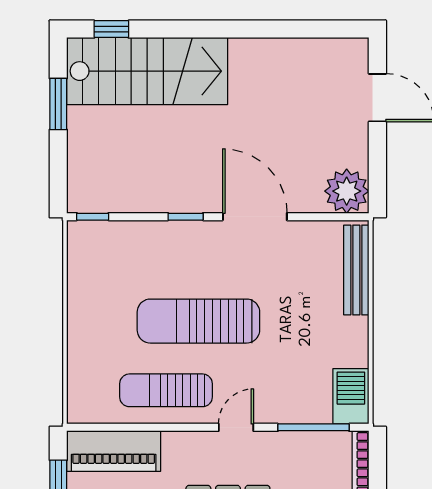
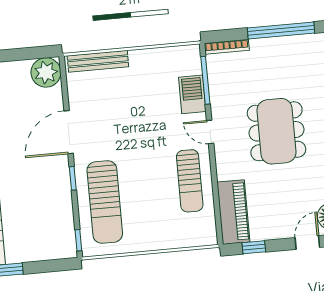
sun lounger: (198, 321) -> (105, 202), moved
barbecue: (351, 396) -> (192, 94), moved, turned 90

